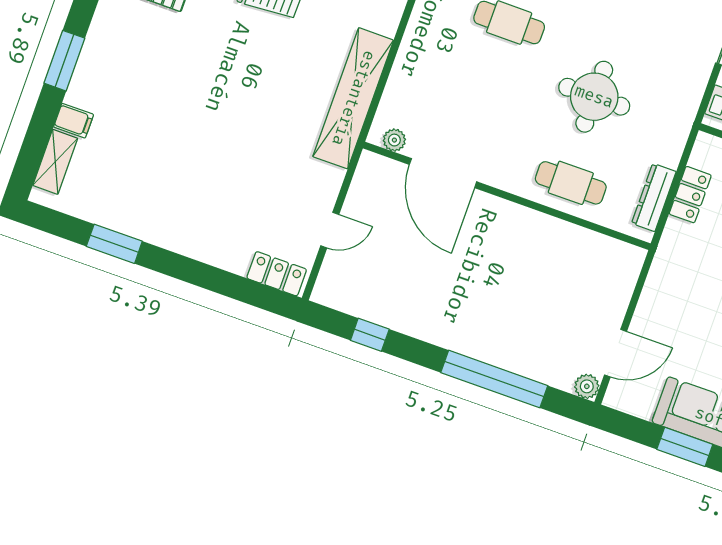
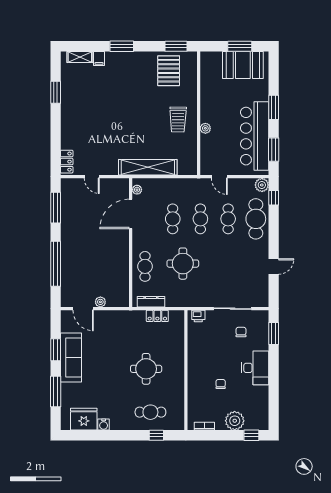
cafe table: (487, 84) -> (173, 219), added
window: (370, 335) -> (56, 208), width x2.17
plant: (587, 386) -> (100, 302), moved

